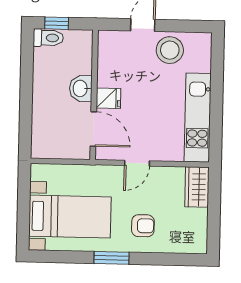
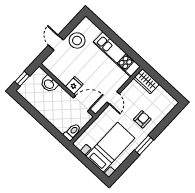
toilet: (48, 38) -> (72, 132), moved
washbasin: (81, 88) -> (49, 84), moved

